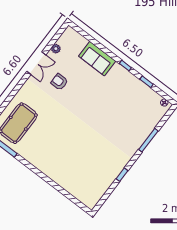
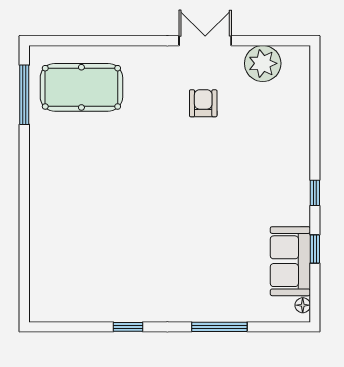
plant: (56, 49) -> (263, 63), width x1.87, depth x1.87
sofa: (97, 59) -> (290, 261), moved
double door: (36, 63) -> (205, 41), swing flipped

